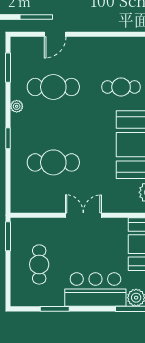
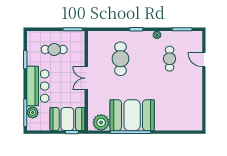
cafe table: (53, 87) -> (170, 59), width x0.73, depth x0.74
cafe table: (121, 87) -> (170, 103), removed
double door: (83, 215) -> (86, 78), swing flipped

